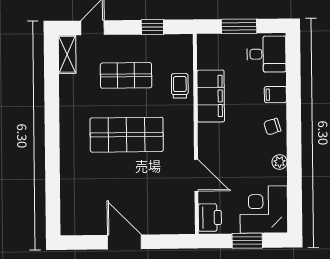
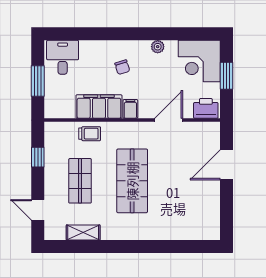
shelving: (67, 54) -> (83, 232), moved
trolley: (180, 86) -> (90, 134), turned 180
filing cabinet: (275, 95) -> (130, 109), moved, turned 180
chair: (272, 127) -> (122, 67), moved
door: (124, 242) -> (227, 165), moved

